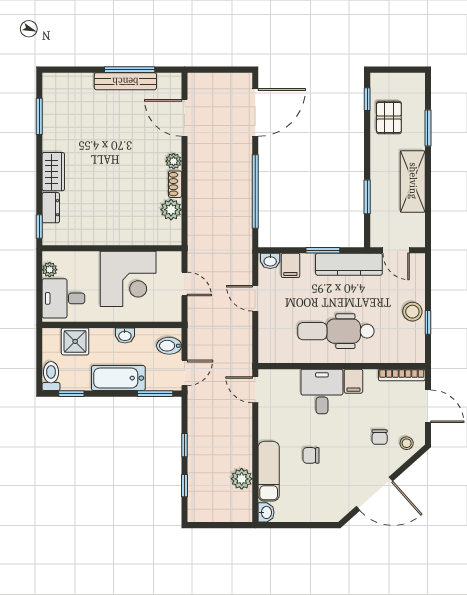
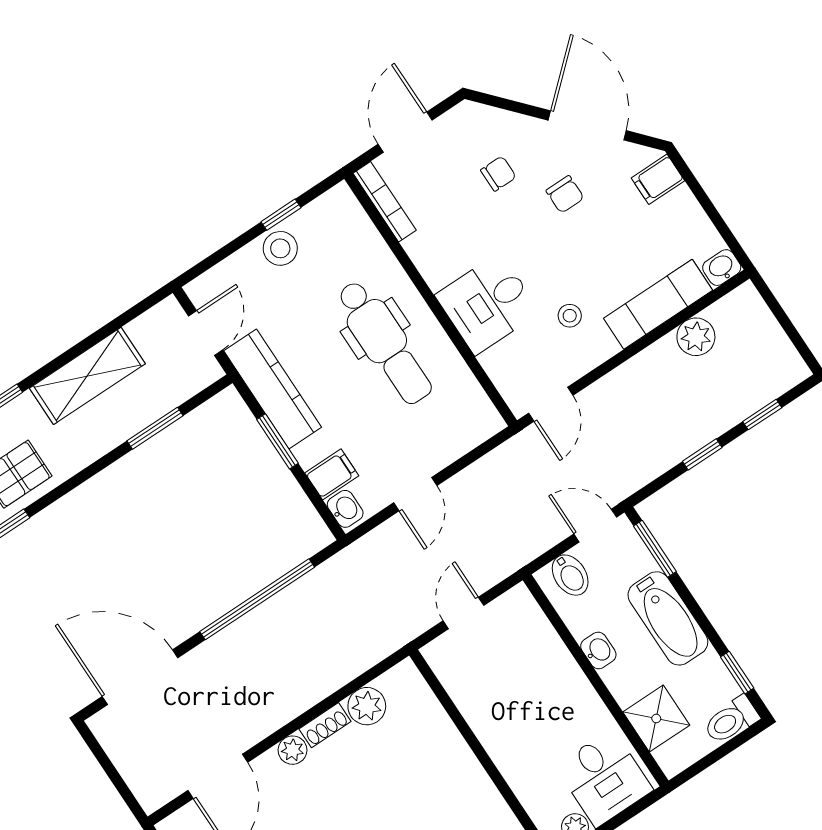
corner desk: (128, 279) -> (512, 701), removed
filing cabinet: (353, 381) -> (658, 179), moved, turned 180
stool: (407, 443) -> (570, 316), moved
chair: (311, 455) -> (565, 194), moved

